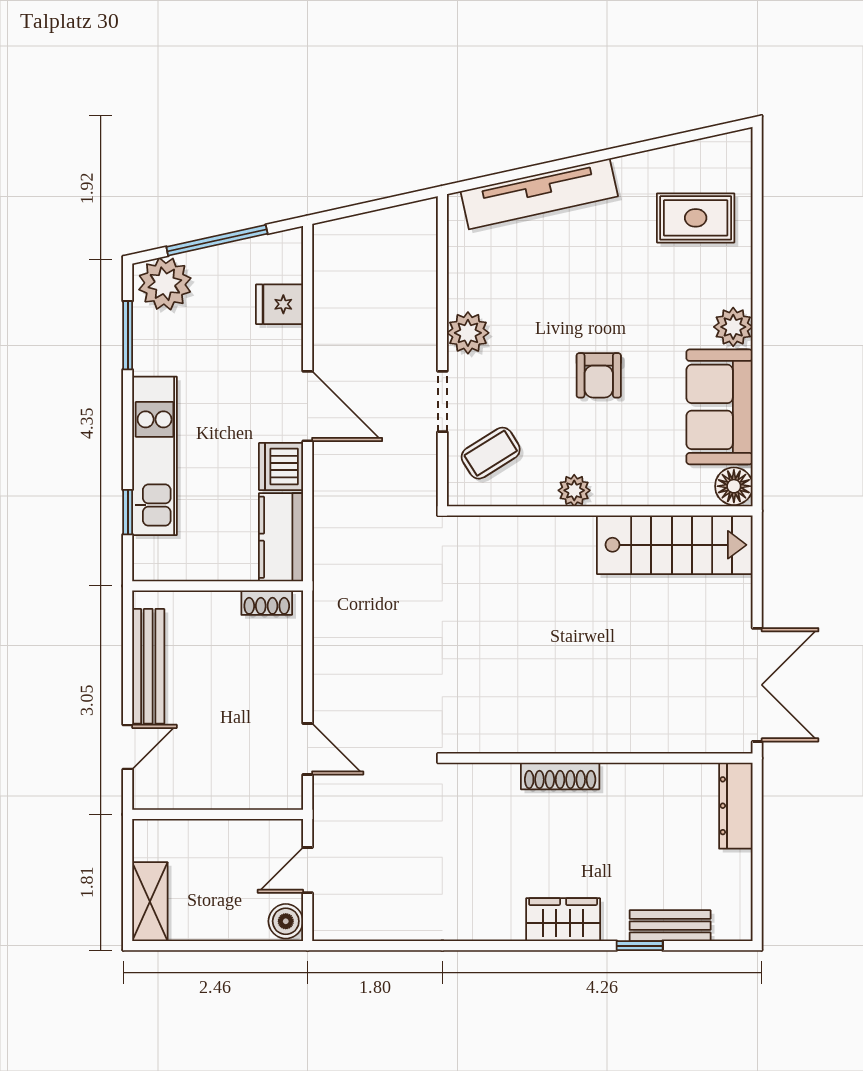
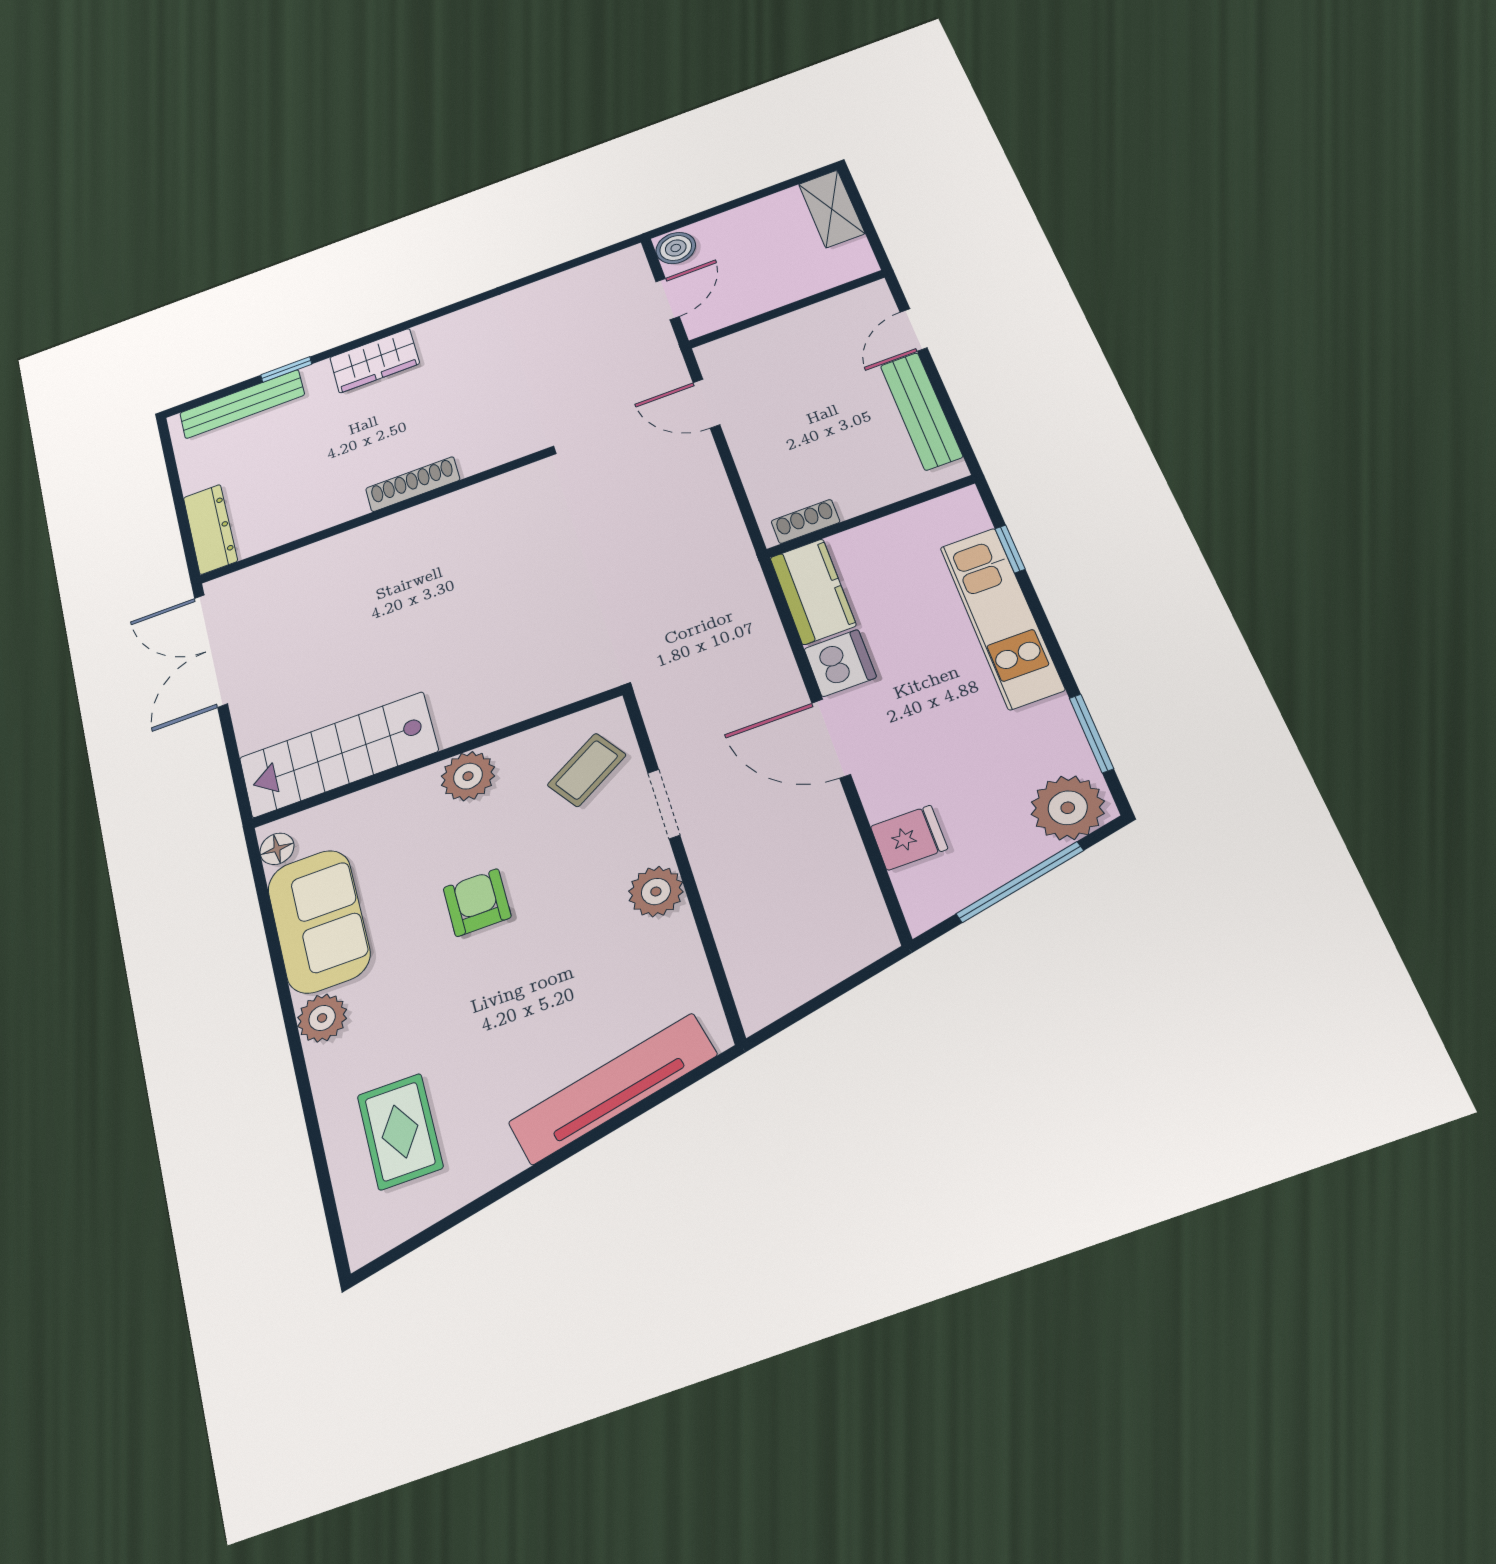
rug: (696, 218) -> (400, 1131), turned 90
floor lamp: (734, 486) -> (277, 849), width x0.73, depth x0.73
plant: (574, 490) -> (468, 776), width x1.38, depth x1.38
bench: (670, 926) -> (242, 404), width x1.36

